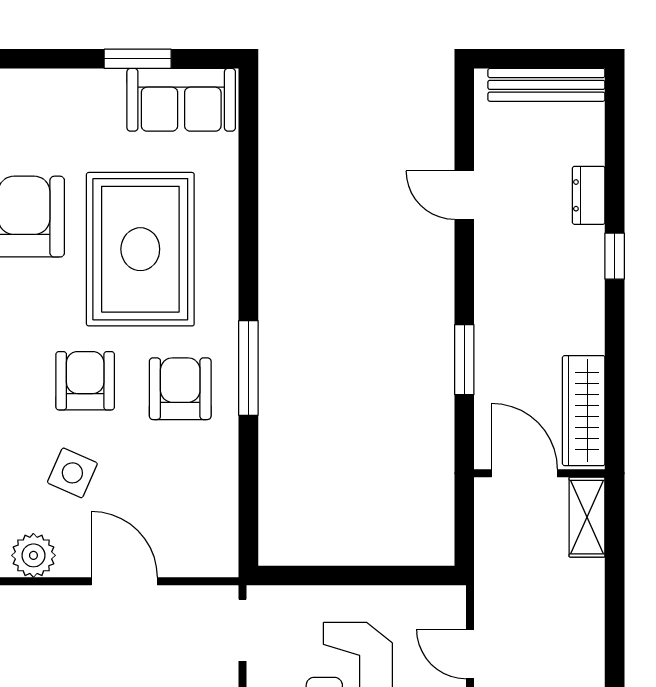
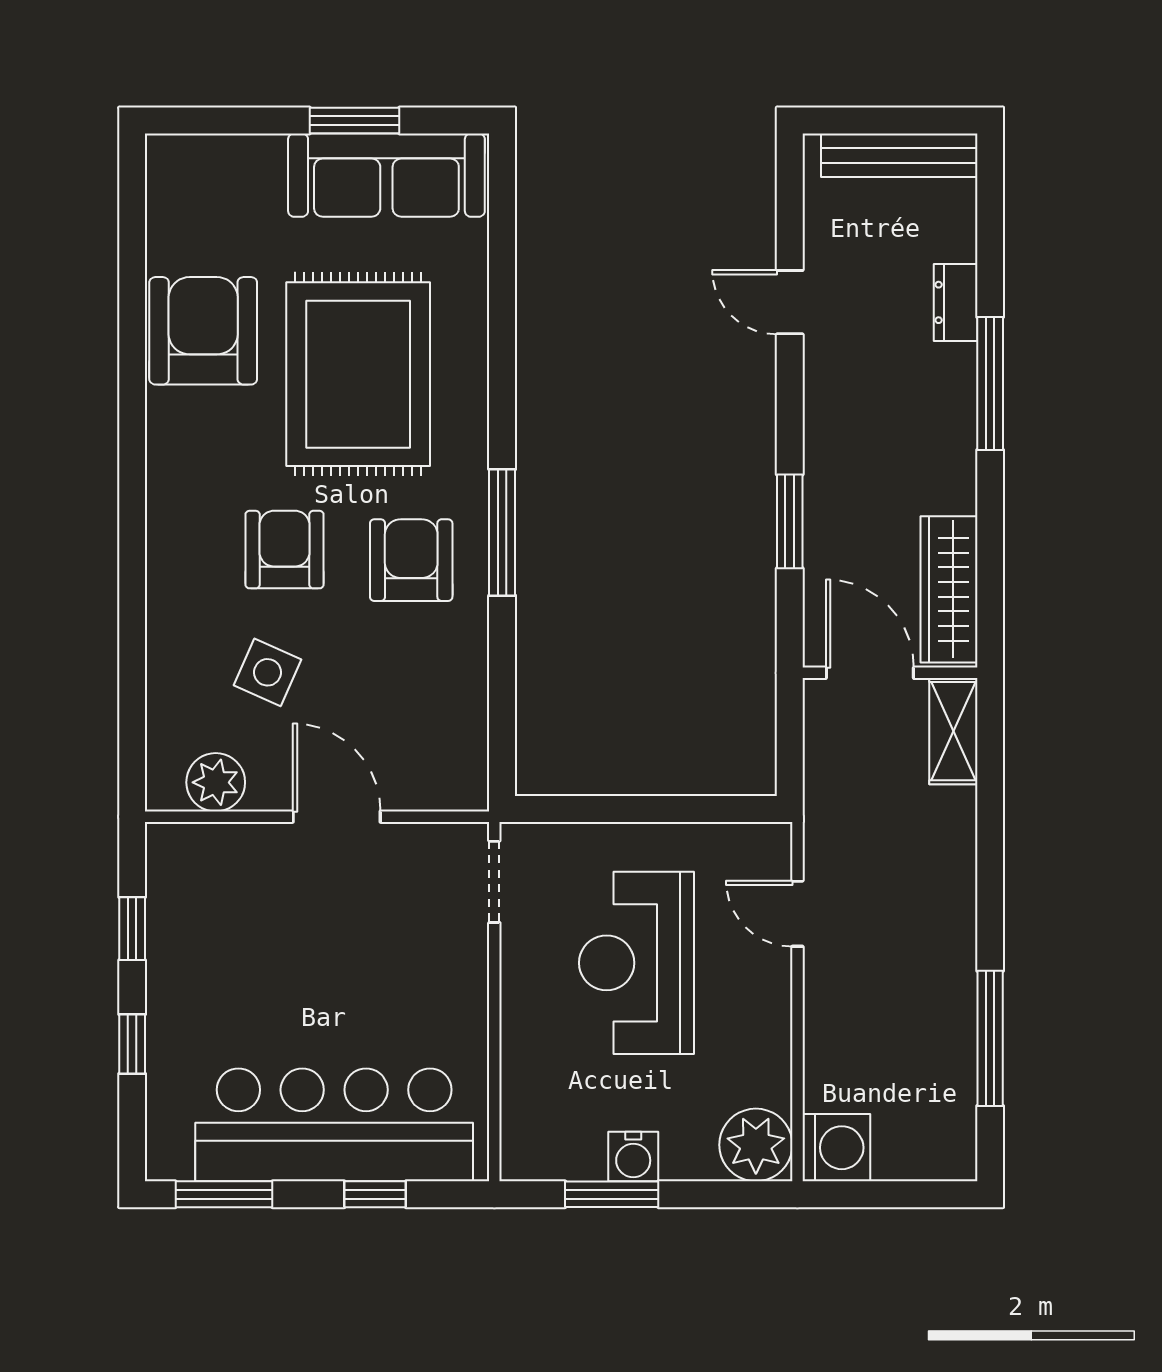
sofa: (181, 100) -> (386, 175), width x1.36
window: (615, 256) -> (990, 383), width x2.17

